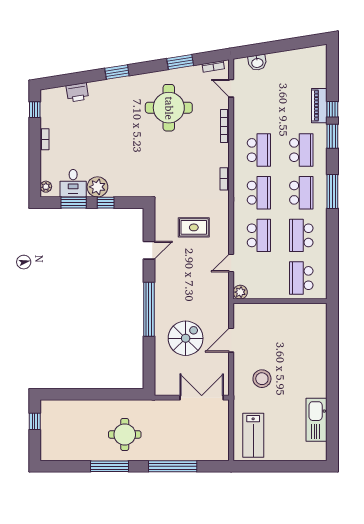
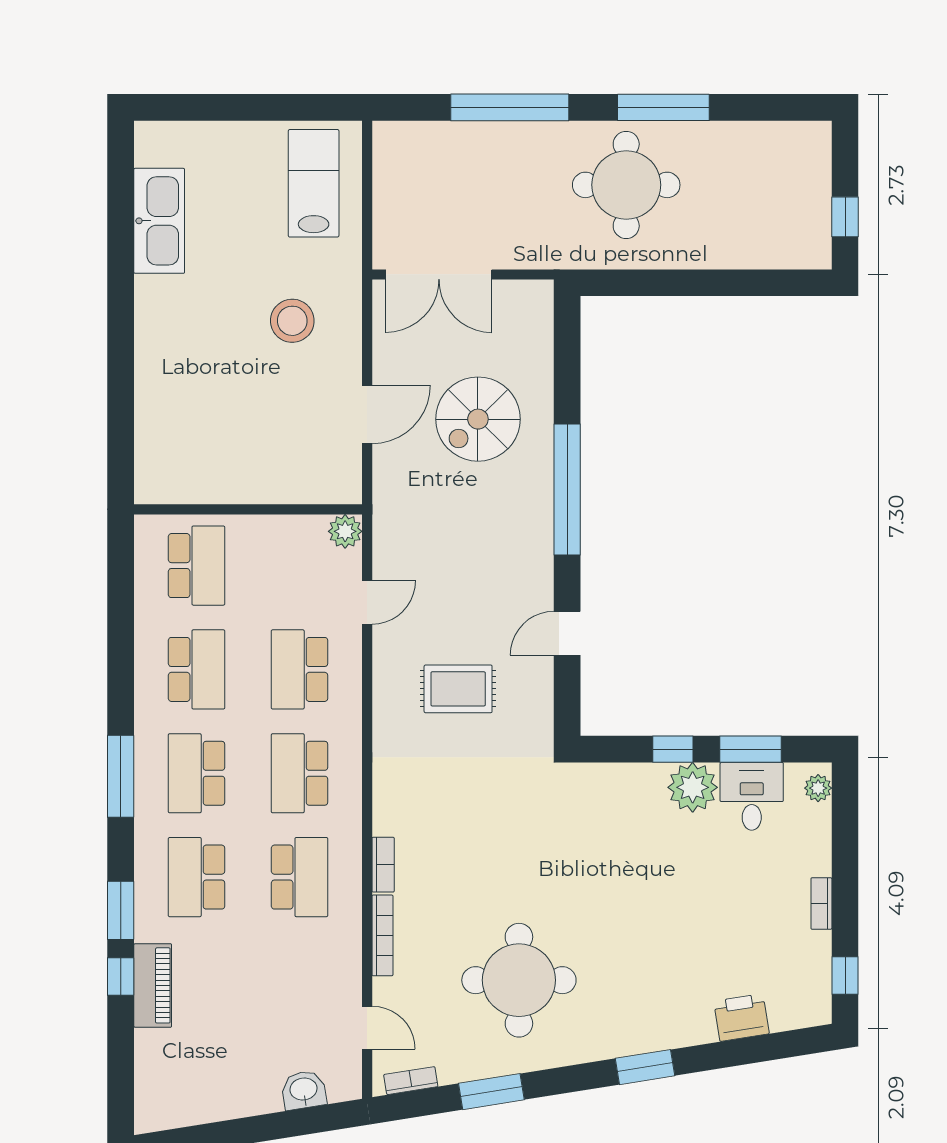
school desk: (259, 150) -> (300, 877), turned 180
bookcase: (225, 179) -> (383, 865), moved
round table: (125, 434) -> (626, 185), width x1.36, depth x1.36

